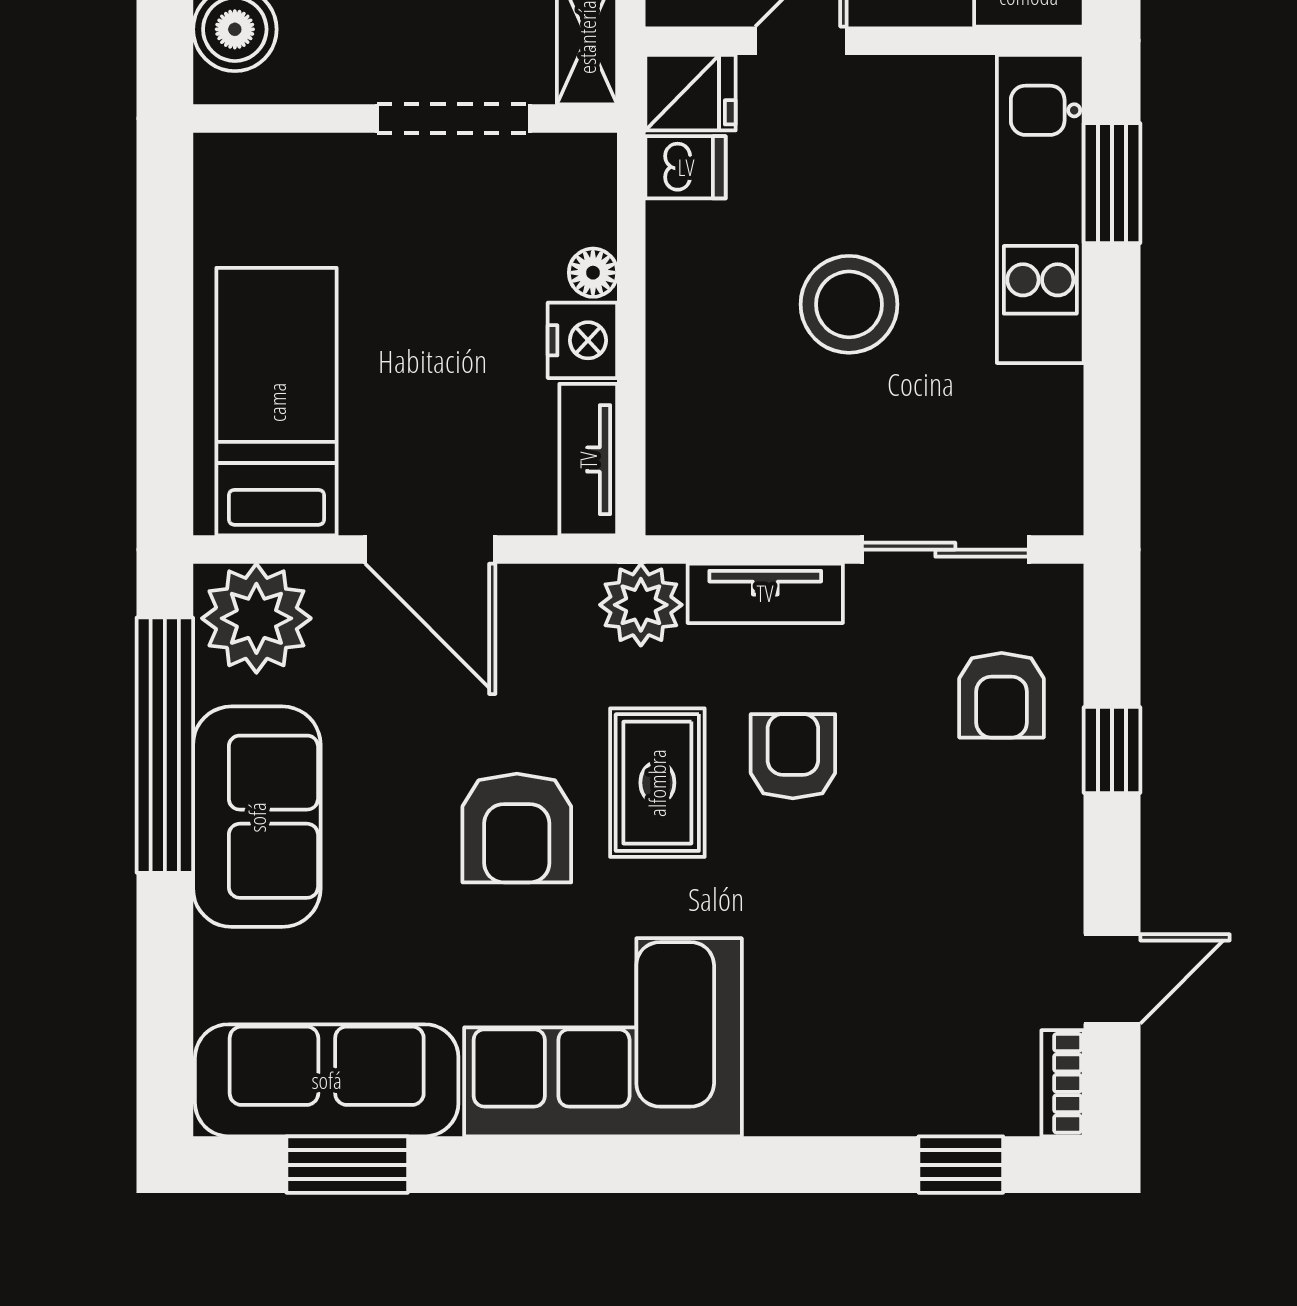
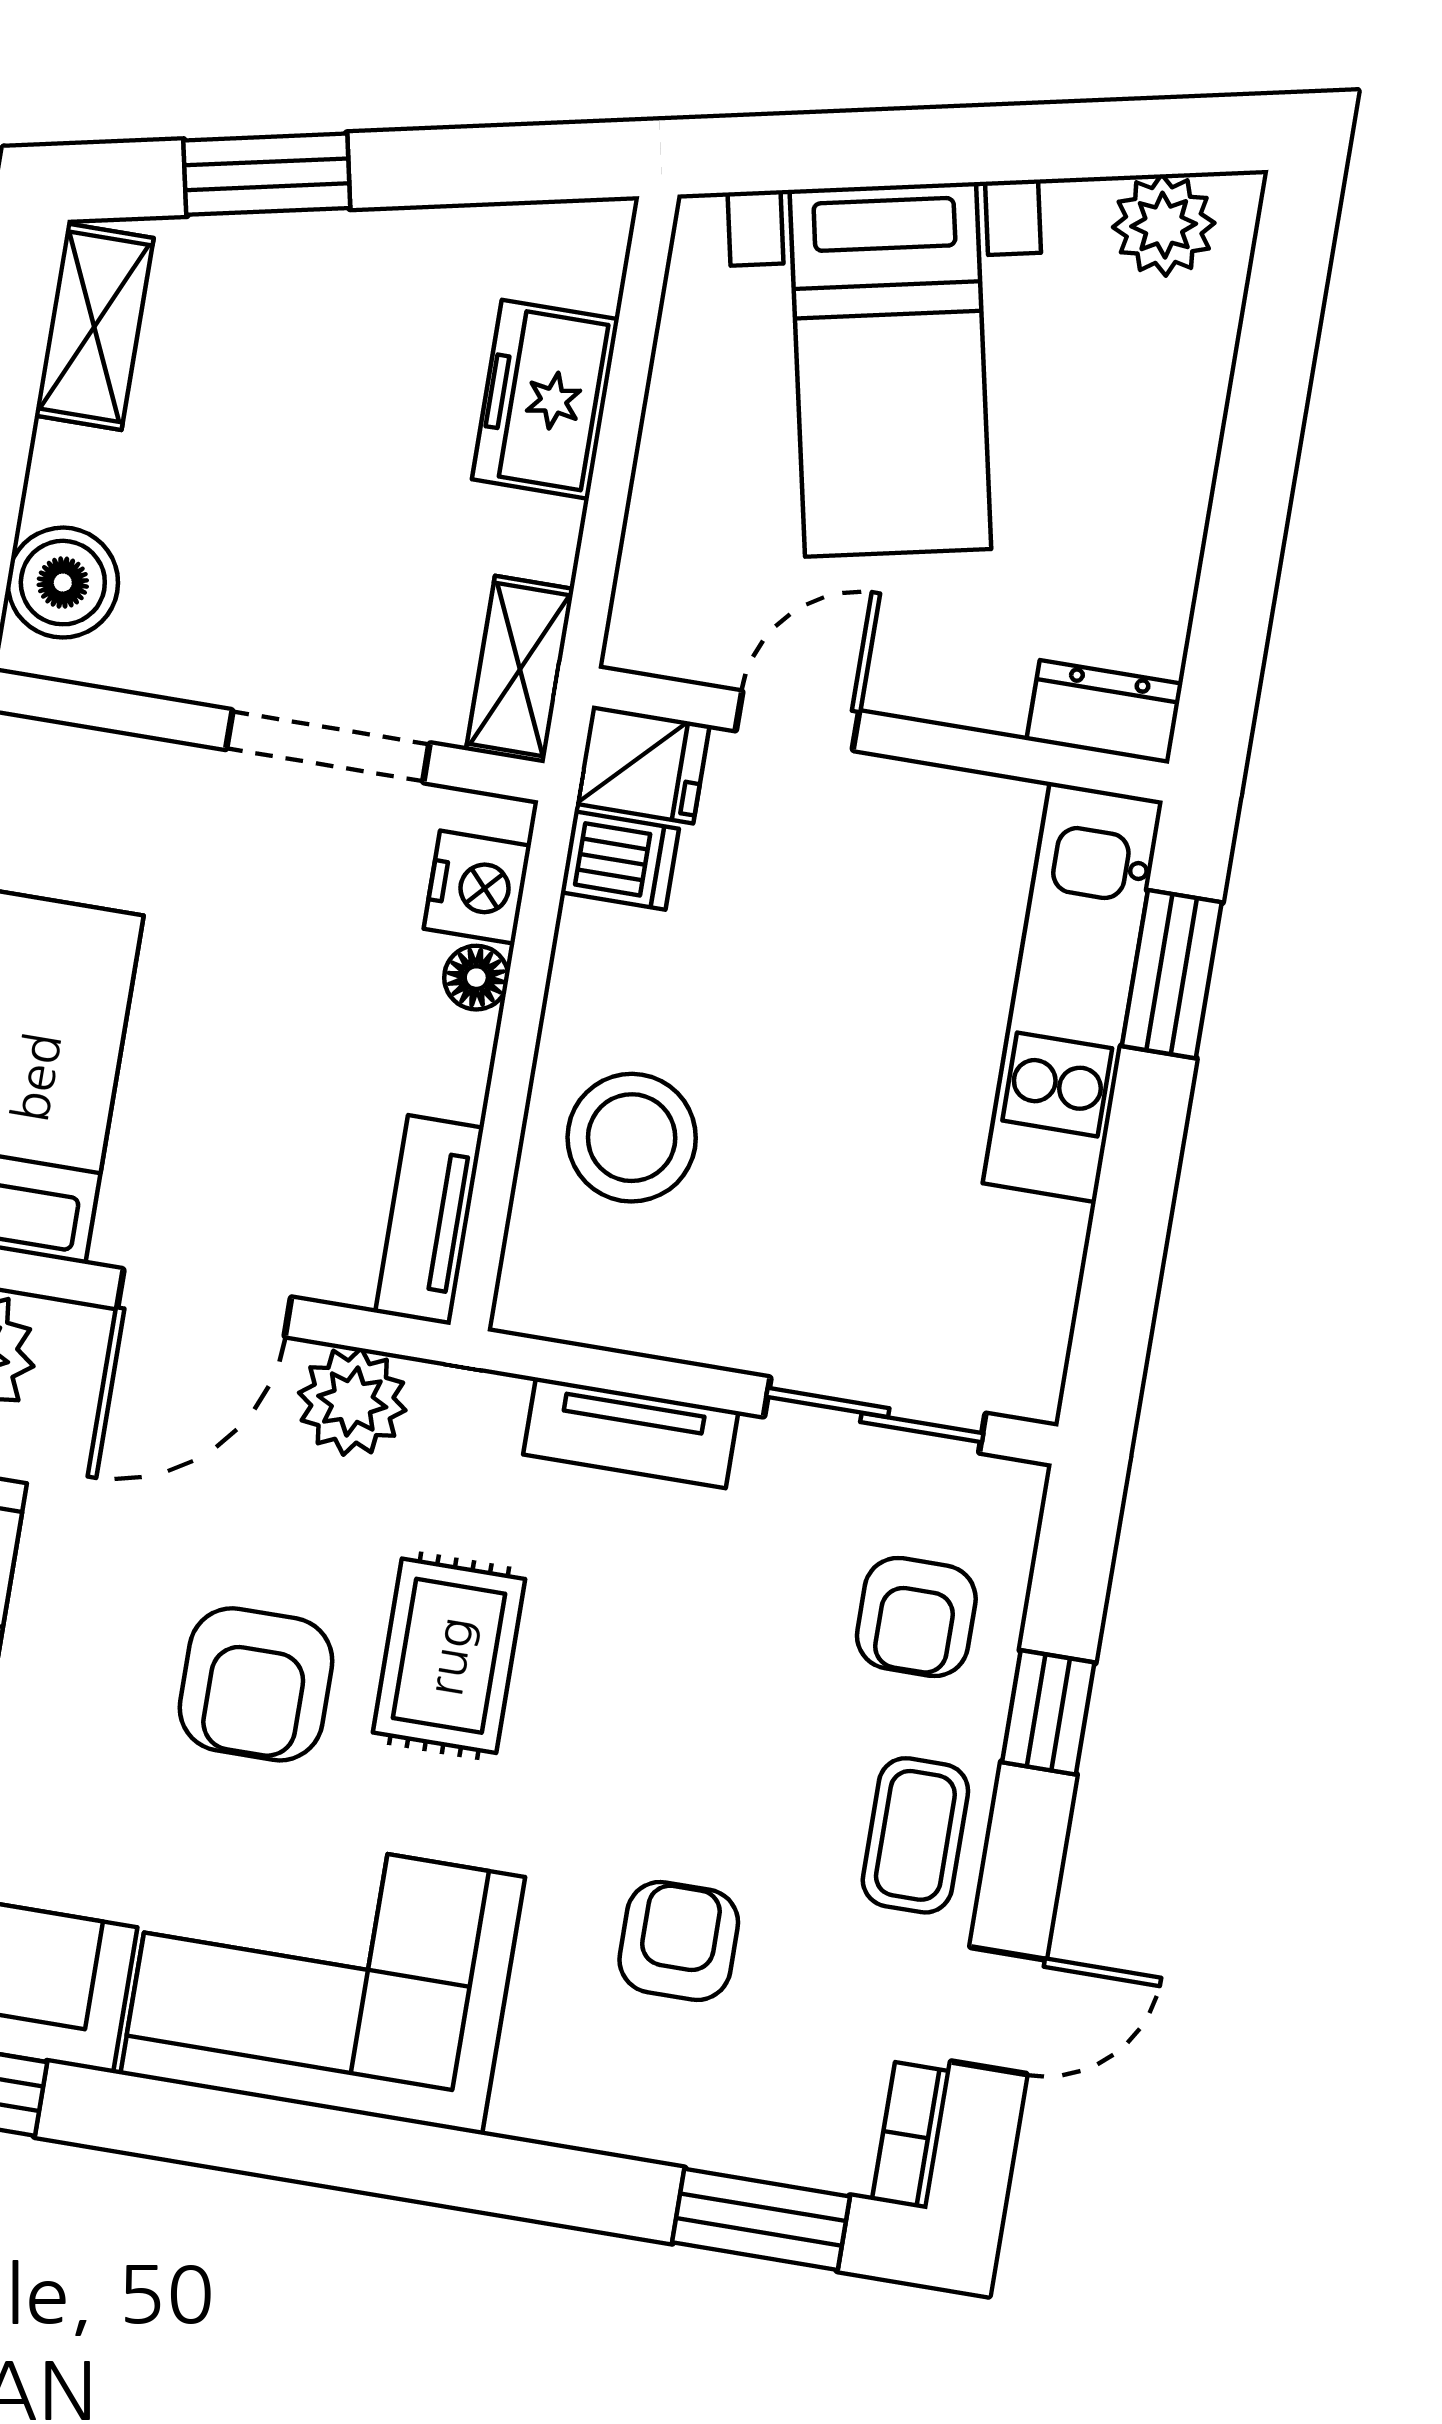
stool: (849, 304) -> (632, 1138), moved
nightstand: (582, 340) -> (477, 887), moved
door: (430, 550) -> (204, 1303), hinge flipped
plant: (641, 605) -> (352, 1402), moved
armchair: (793, 756) -> (679, 1941), moved
coffee table: (1028, 858) -> (915, 1835), added
window: (961, 1165) -> (761, 2219), width x1.50

